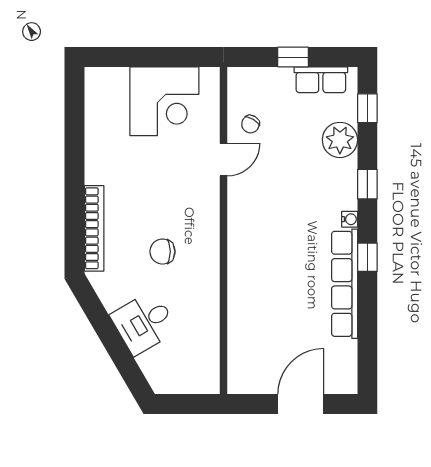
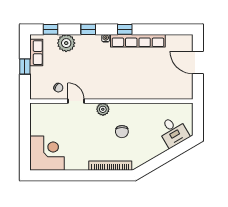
corner desk: (164, 101) -> (47, 153), moved
plant: (207, 213) -> (103, 109), added
desk: (144, 323) -> (173, 132), moved

